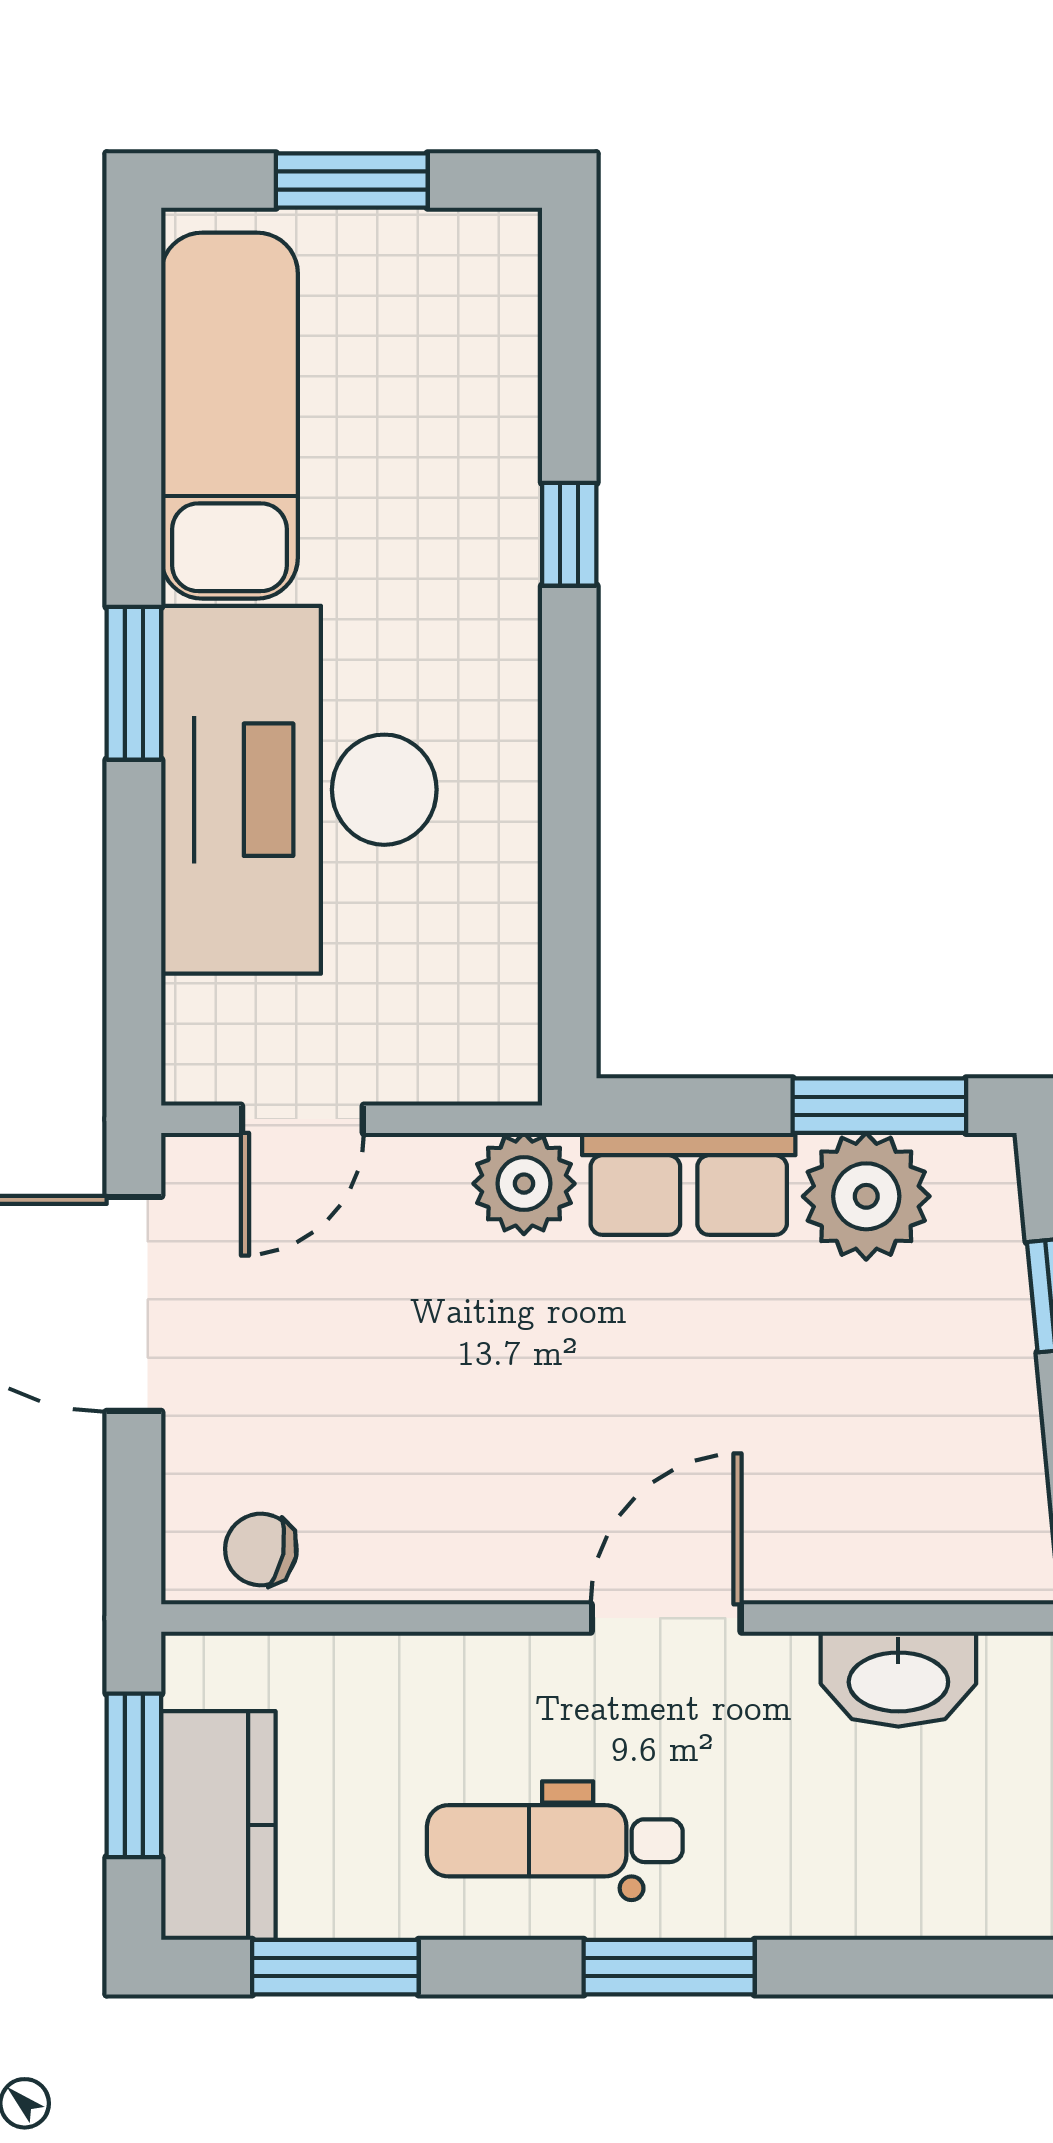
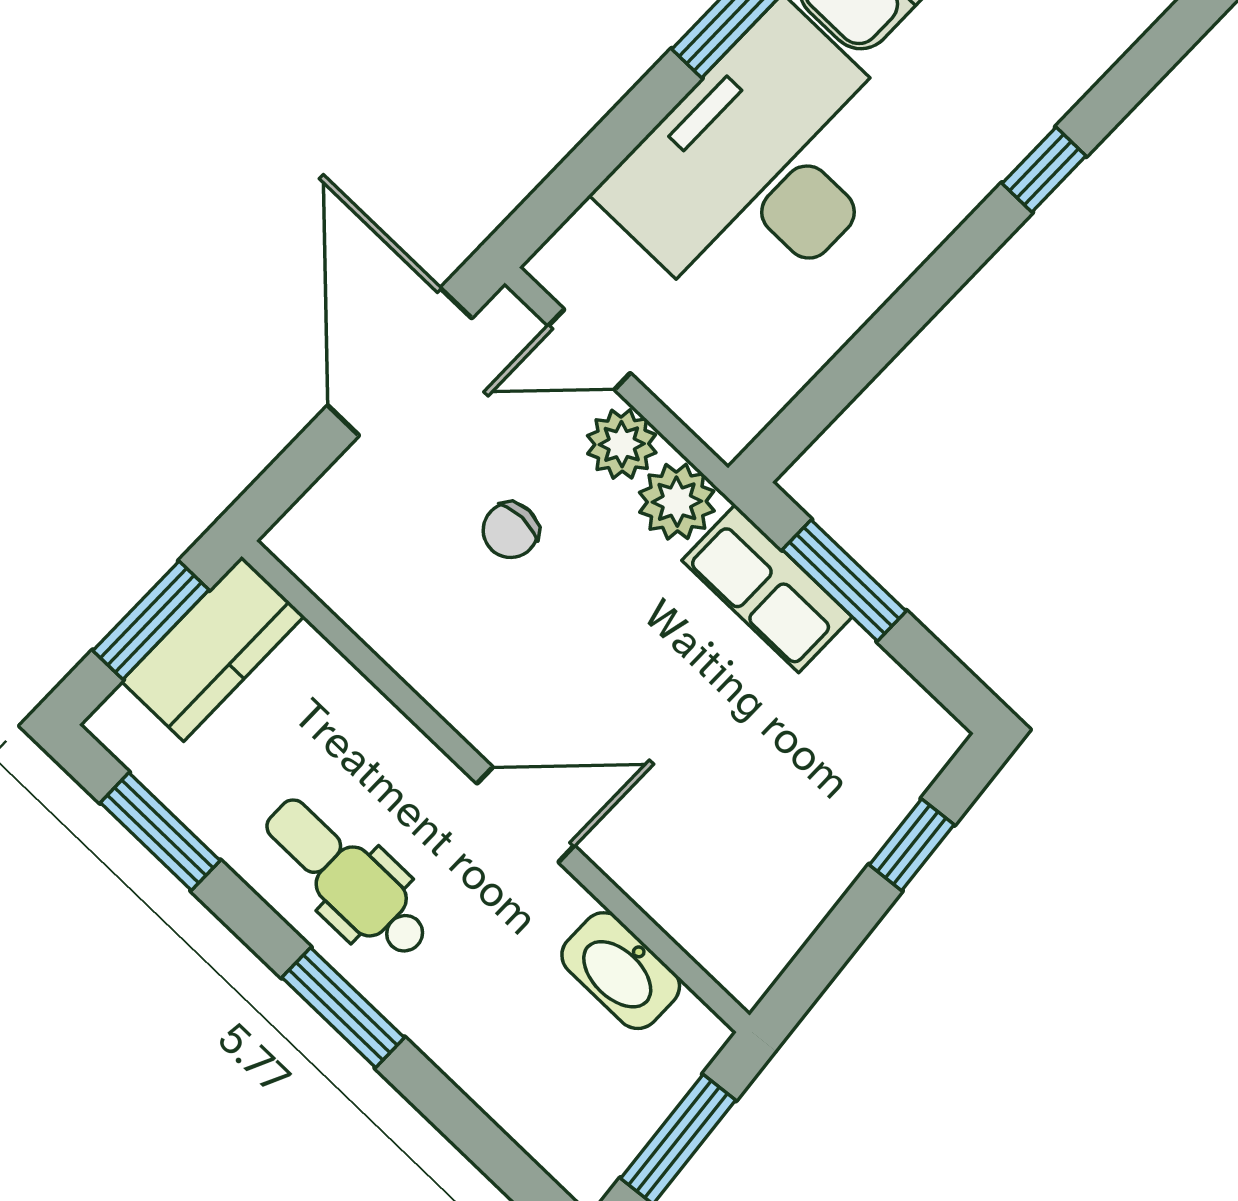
window: (879, 1106) -> (844, 580), moved
plant: (866, 1196) -> (622, 444), moved, width x0.73, depth x0.73
chair: (261, 1549) -> (511, 530), moved, turned -101
kitchen counter: (218, 1825) -> (213, 649), moved

